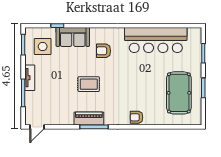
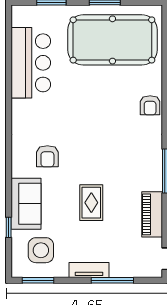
bar counter: (156, 40) -> (31, 63), width x0.73
rug: (89, 84) -> (91, 203), moved
pool table: (179, 93) -> (112, 40), width x1.36, depth x1.32
piano: (89, 119) -> (152, 214), moved

